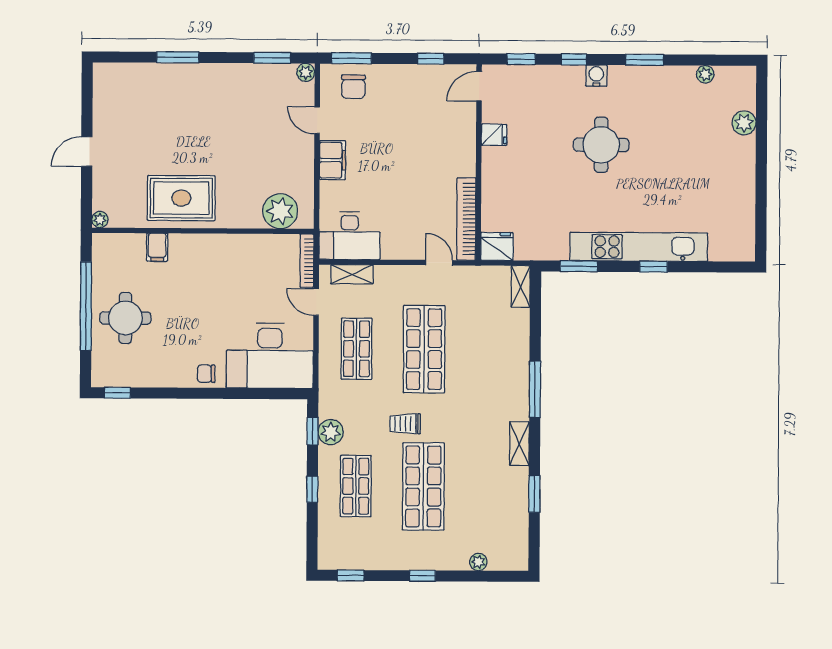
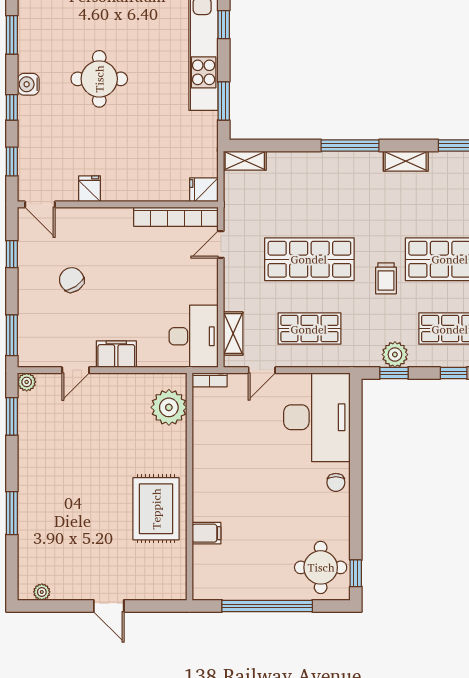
chair: (353, 87) -> (72, 280), moved, turned -124
plant: (100, 220) -> (42, 592), moved
fridge: (497, 246) -> (204, 190), width x0.72
bookcase: (307, 261) -> (210, 380), width x0.64
round table: (125, 318) -> (321, 567), moved

